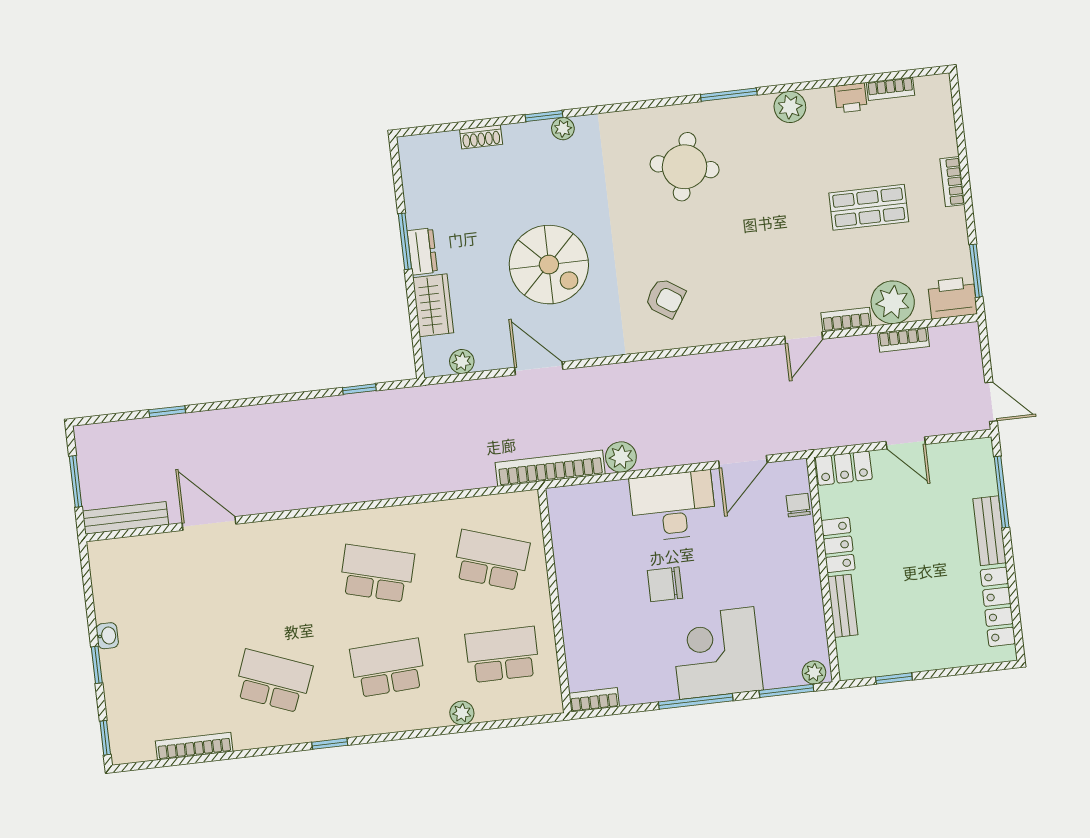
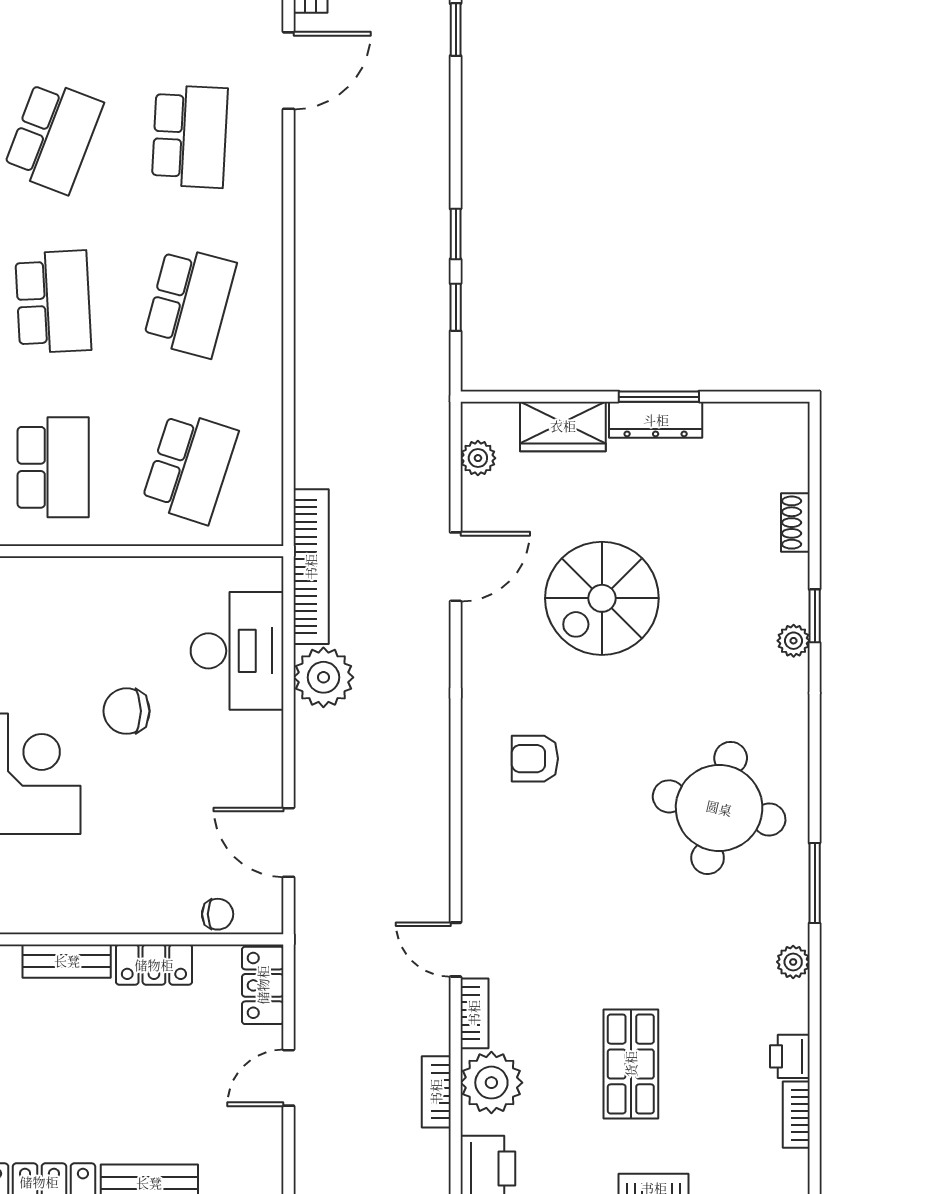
plant: (790, 107) -> (793, 962), width x0.73, depth x0.73
round table: (685, 167) -> (719, 808), width x1.36, depth x1.36
dresser: (422, 252) -> (656, 420), width x1.44
armchair: (665, 298) -> (535, 759), turned 57
window: (309, 395) -> (456, 234), added
plant: (621, 457) -> (323, 677), width x1.36, depth x1.36
desk: (673, 506) -> (237, 651), moved
chair: (665, 584) -> (127, 711), turned -90
school desk: (262, 587) -> (190, 136), added

